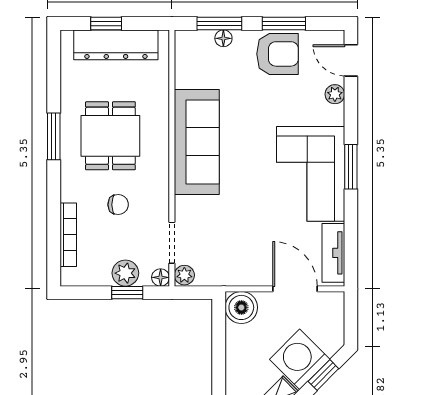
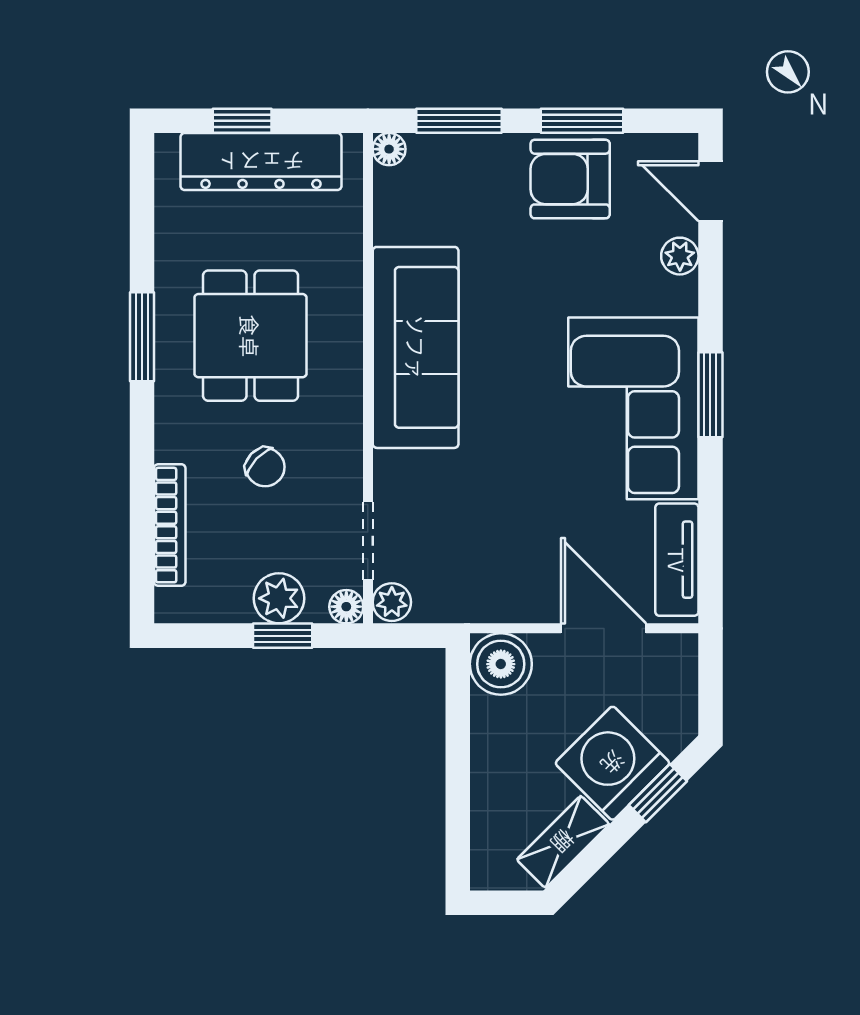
floor lamp: (223, 38) -> (389, 149), moved
armchair: (278, 54) -> (570, 179), turned 180
chair: (118, 205) -> (265, 467), turned 44

